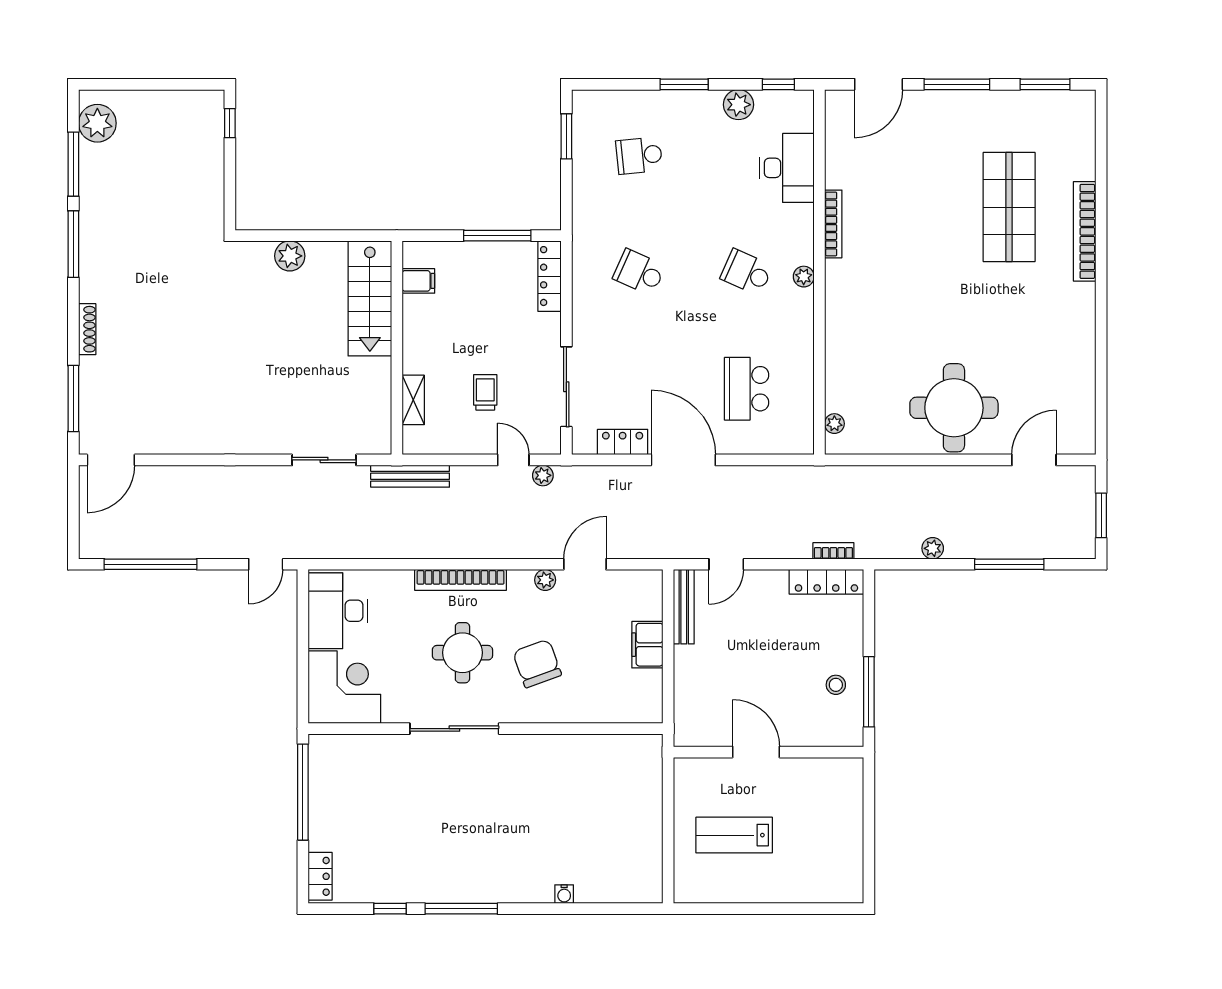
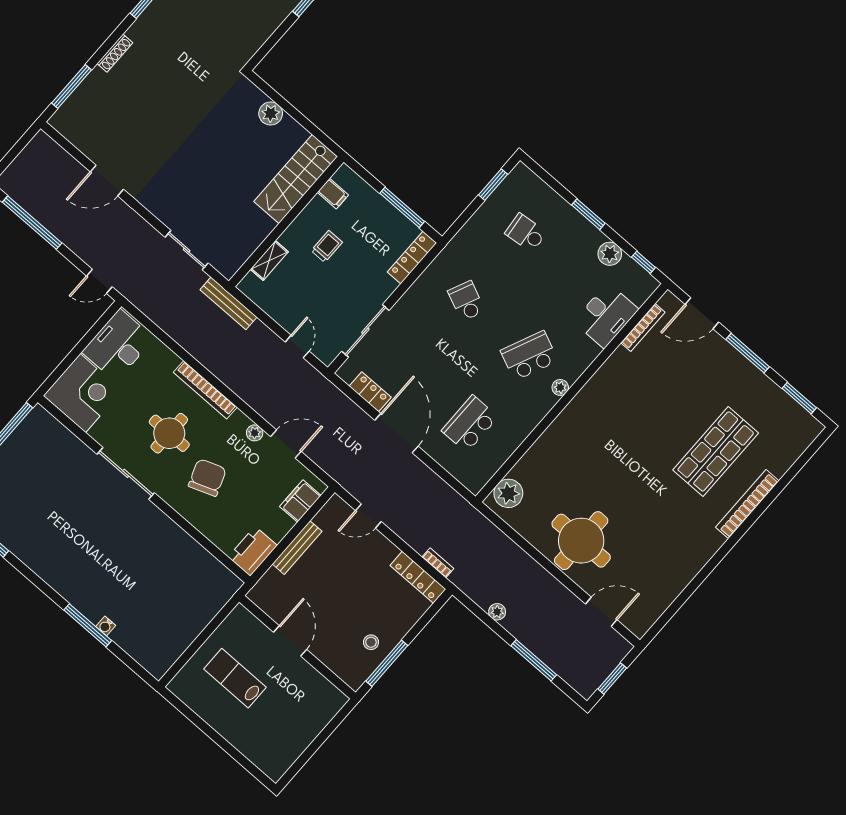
bookcase: (833, 224) -> (643, 327), moved
school desk: (747, 272) -> (529, 356), width x1.85
trolley: (485, 392) -> (327, 246), moved
plant: (834, 424) -> (508, 493), width x1.88, depth x1.88
door: (111, 460) -> (107, 181), moved
plant: (543, 475) -> (307, 371), removed
bench: (684, 607) -> (297, 548), moved
filing cabinet: (647, 645) -> (300, 501), moved
printer: (644, 697) -> (253, 551), added
window: (461, 909) -> (88, 625), moved

